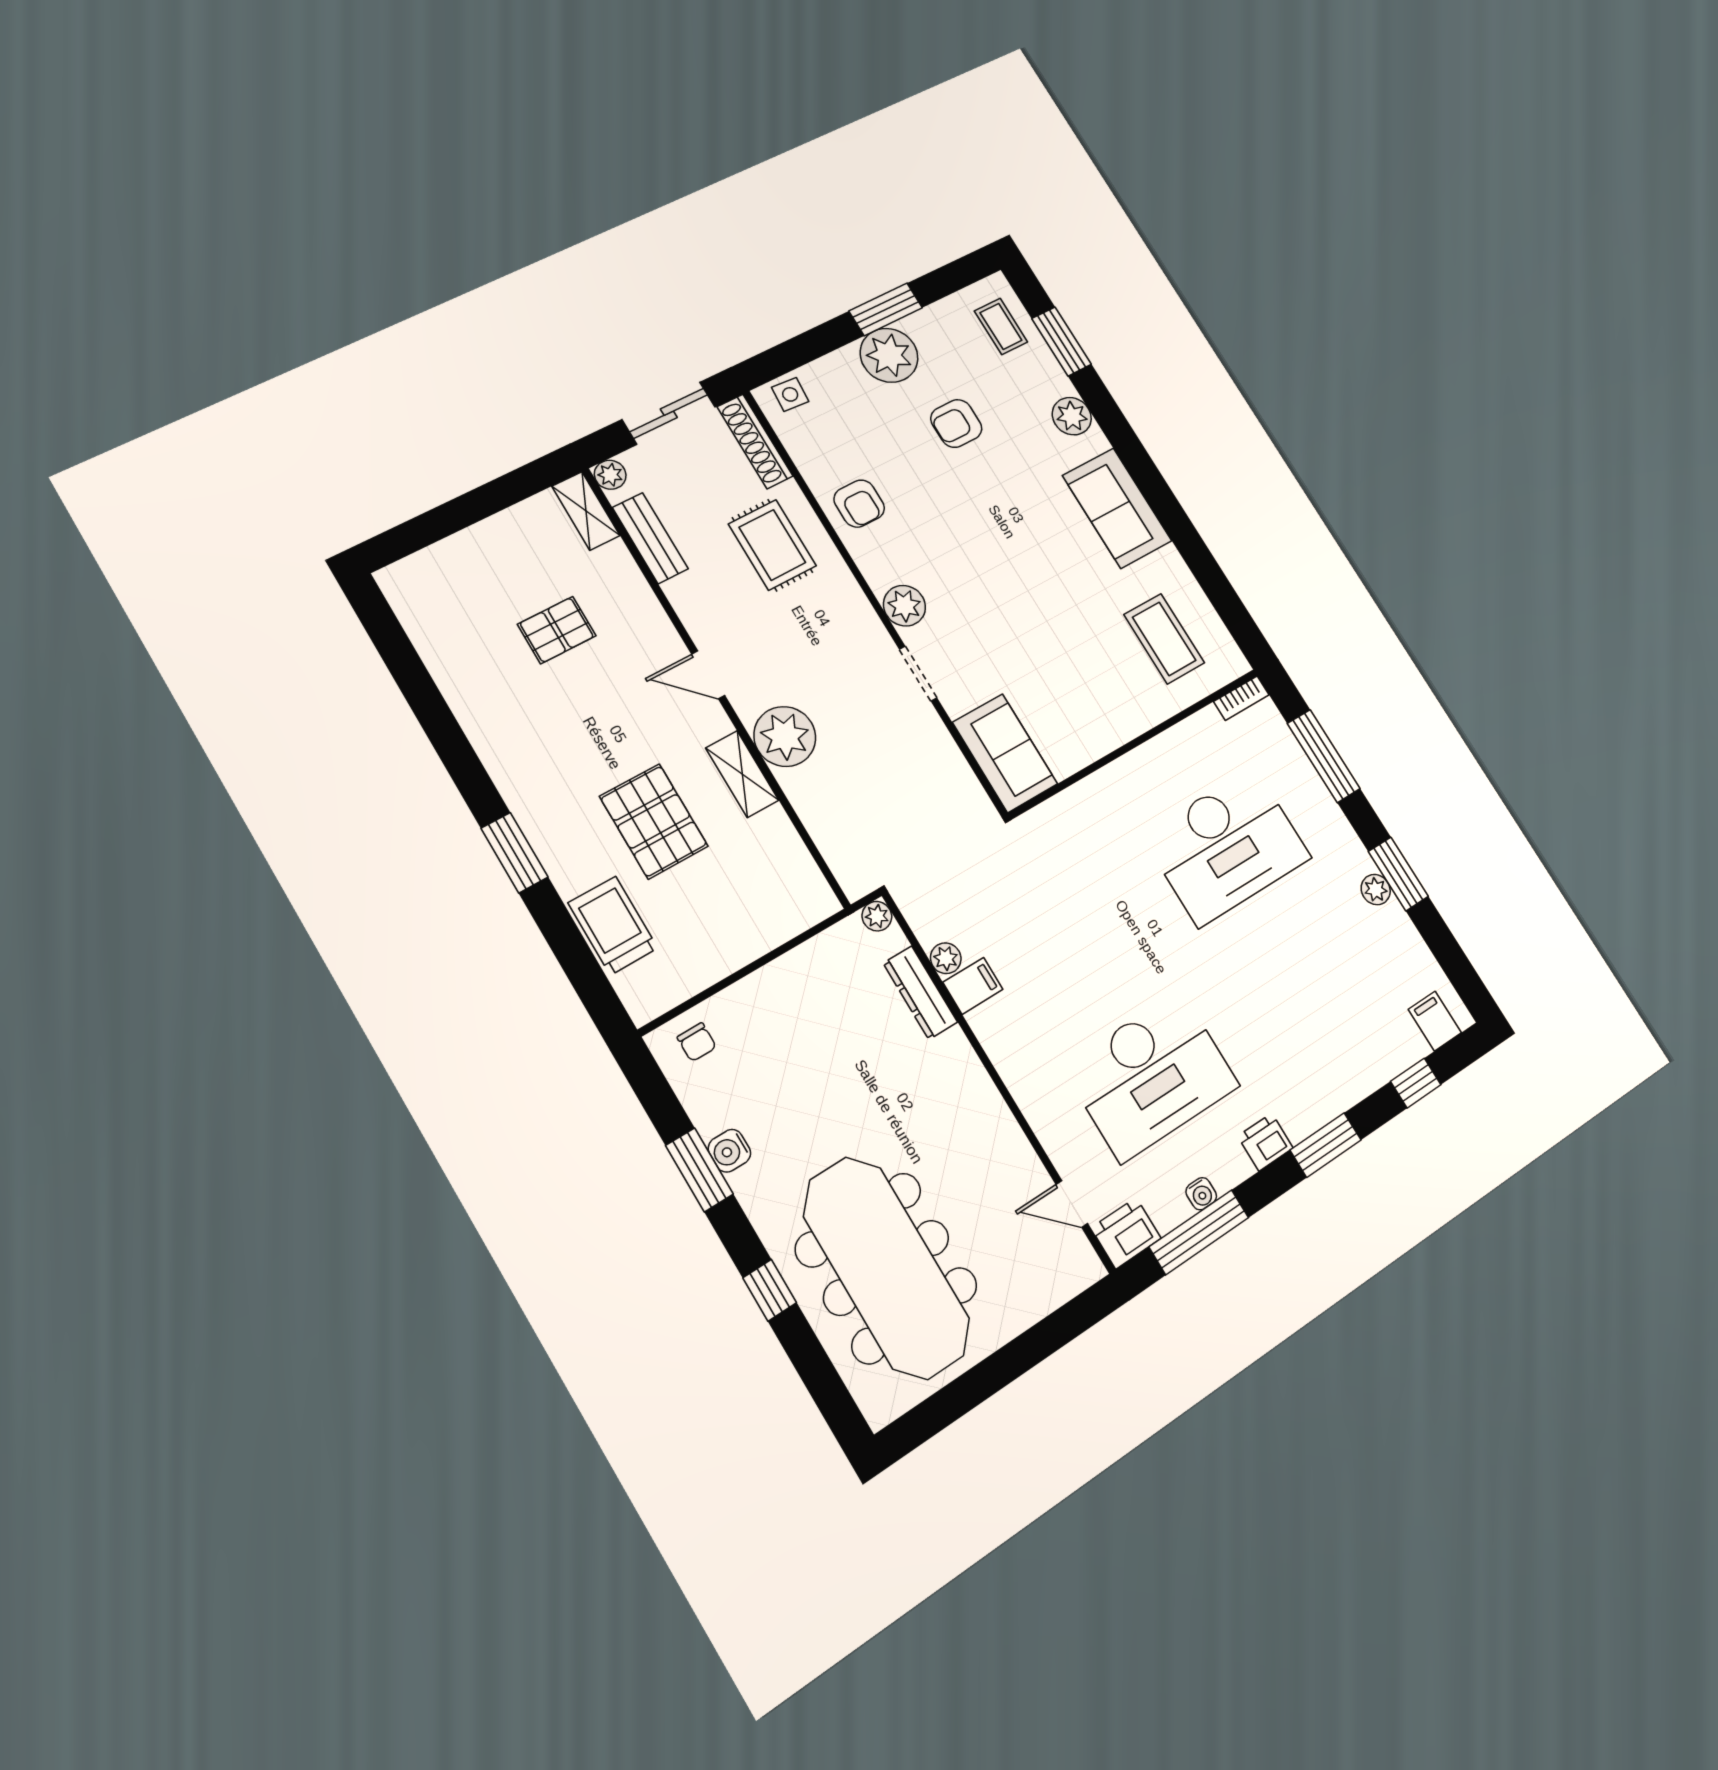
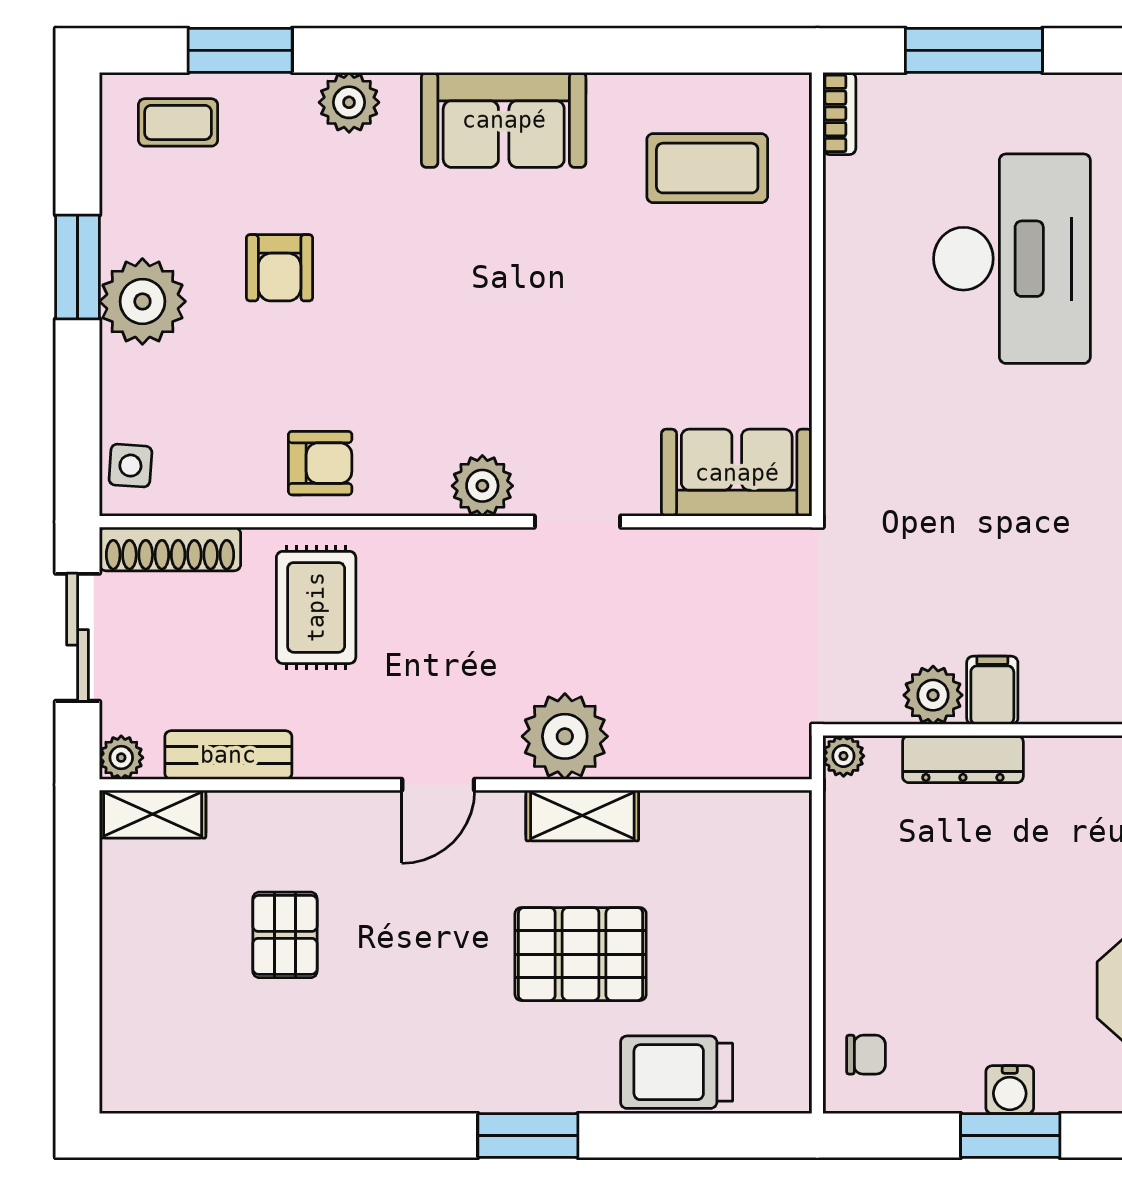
rug: (772, 545) -> (316, 607), turned 90
plant: (946, 958) -> (933, 695), width x1.38, depth x1.38

